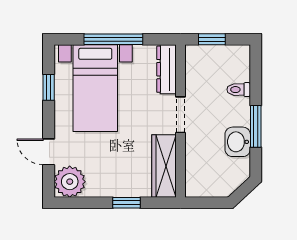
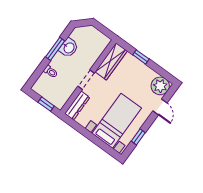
window: (113, 39) -> (92, 137), removed

